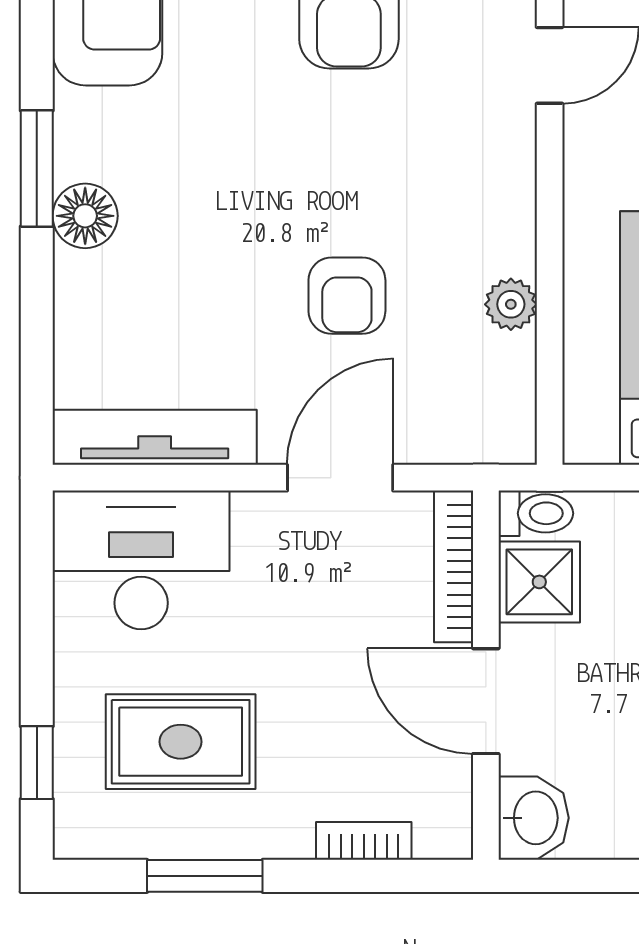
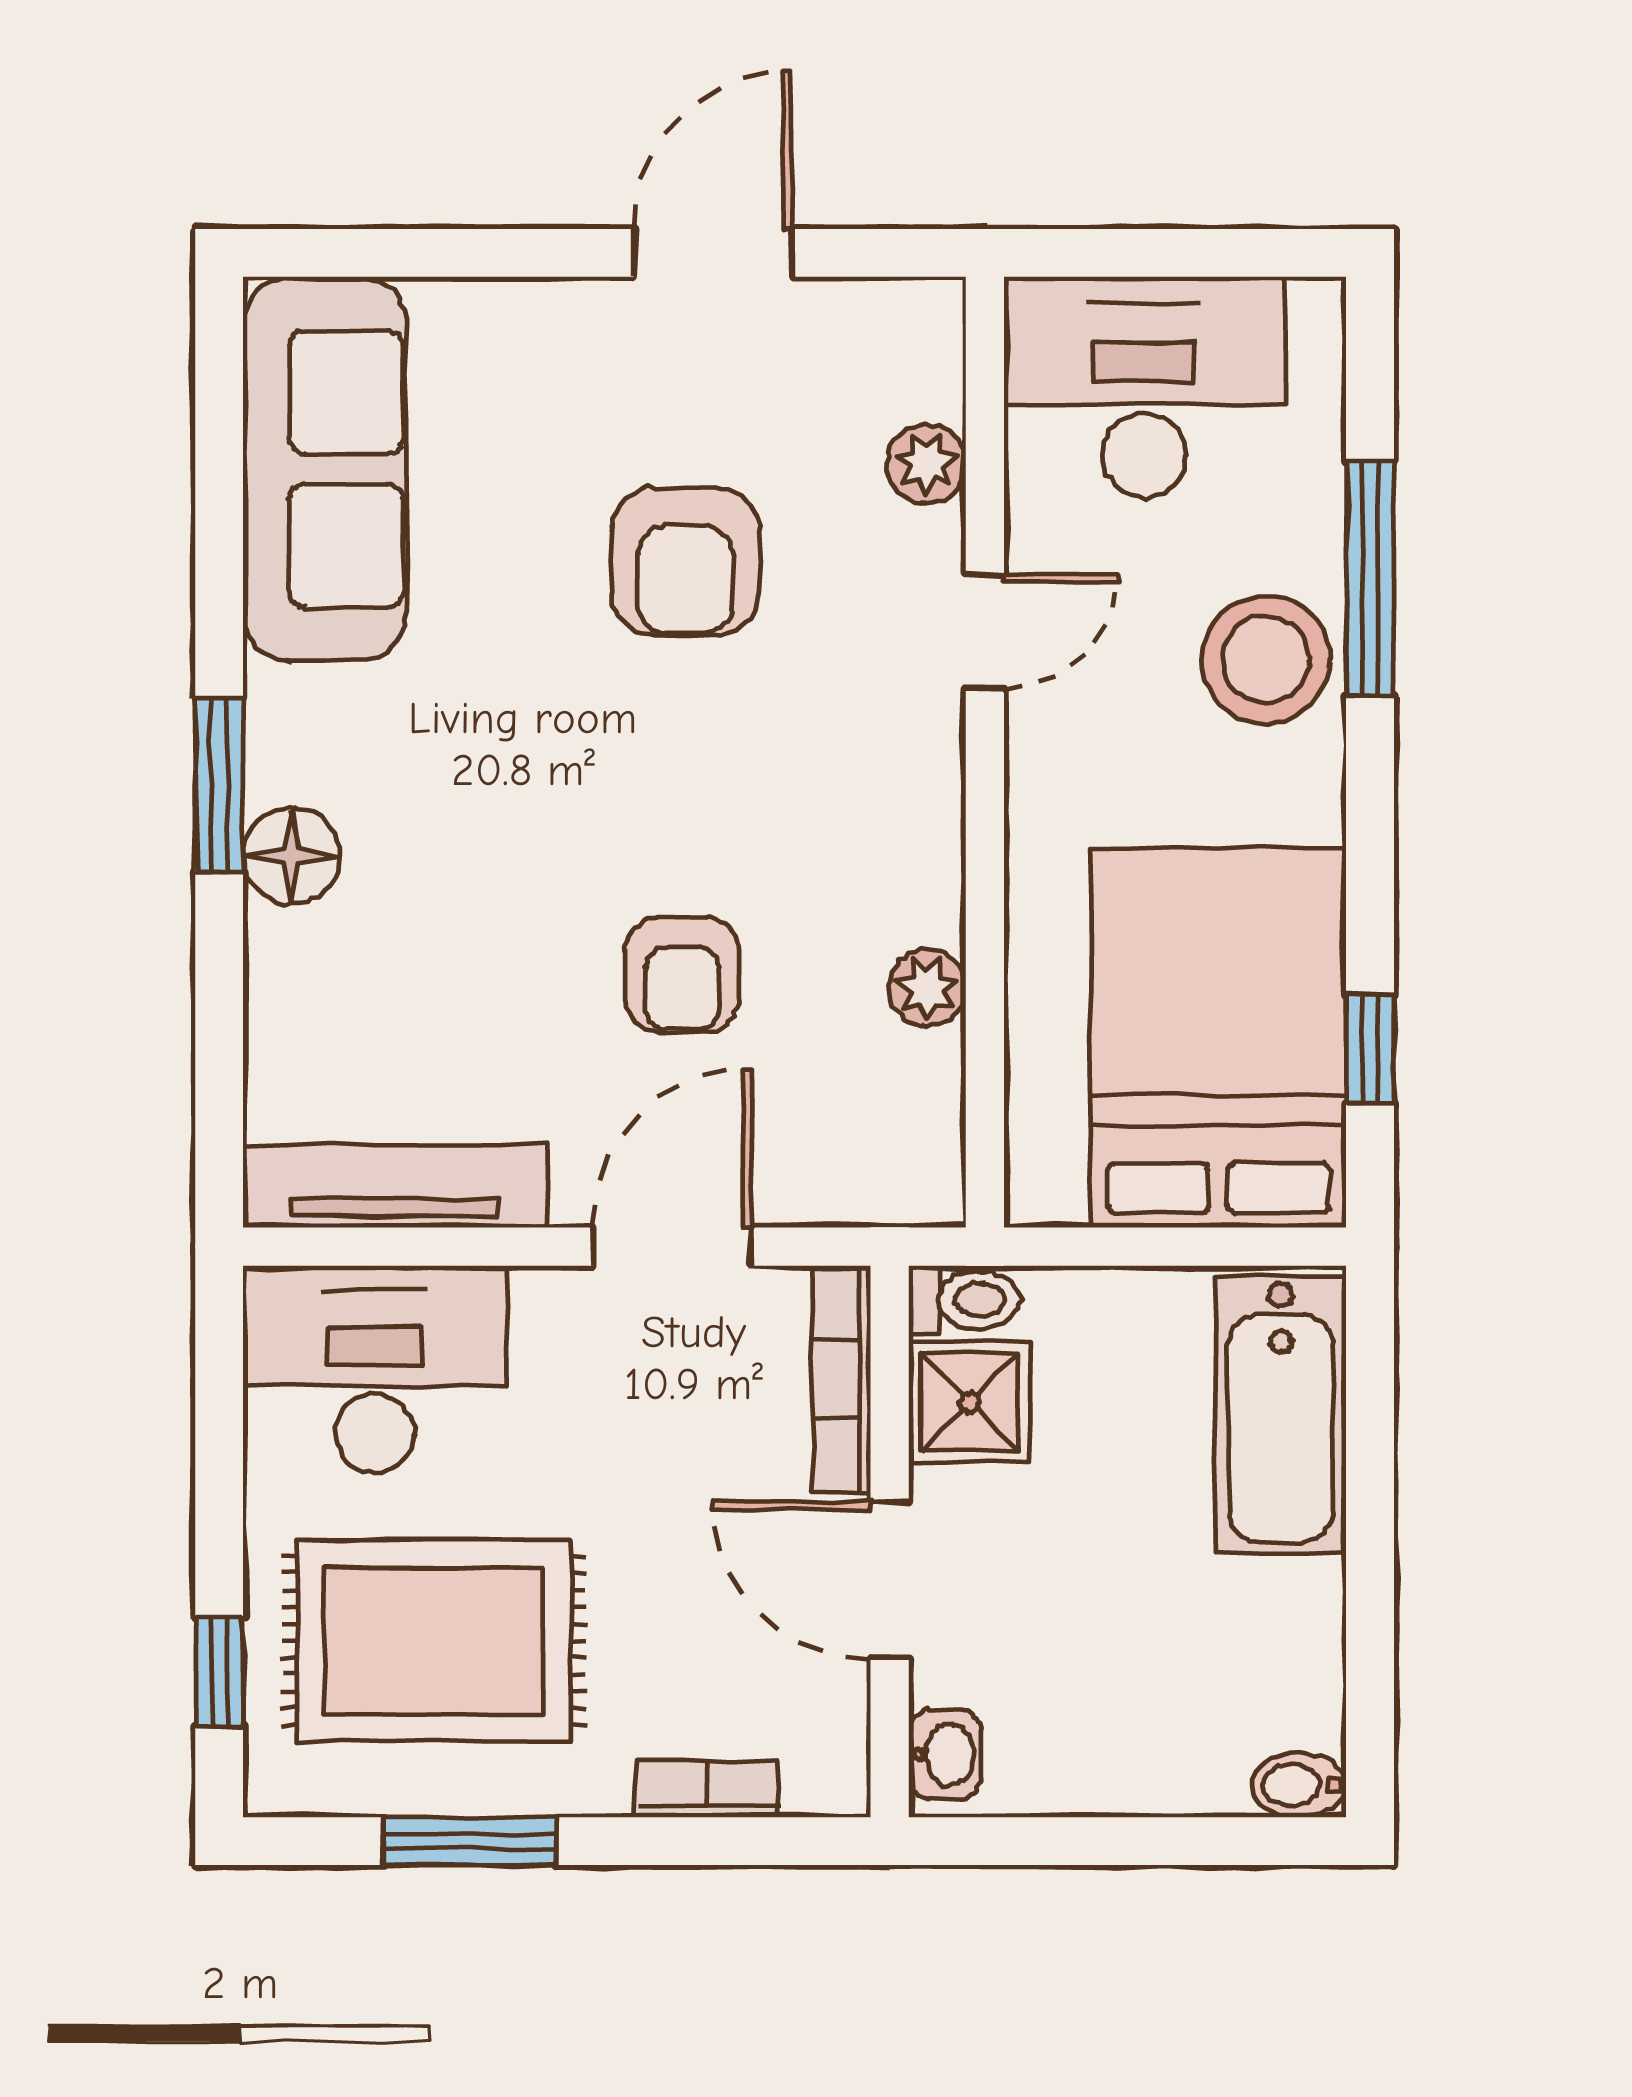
rug: (181, 742) -> (434, 1641), width x1.36, depth x1.43
washbasin: (534, 818) -> (945, 1755), width x0.72, depth x0.69

